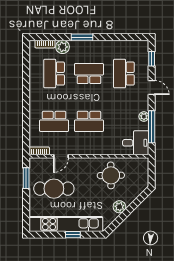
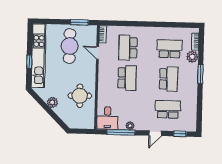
school desk: (89, 121) -> (127, 78), turned 180

